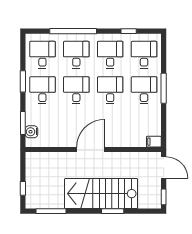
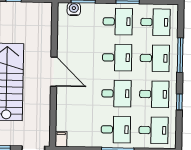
window: (73, 31) -> (180, 55), width x0.68
window: (129, 31) -> (179, 102), moved

